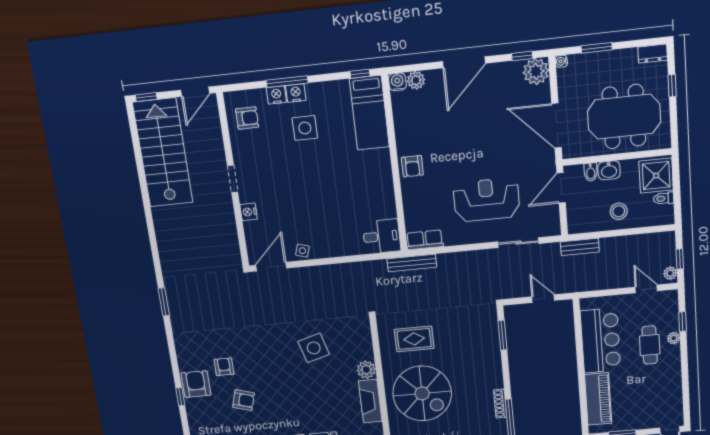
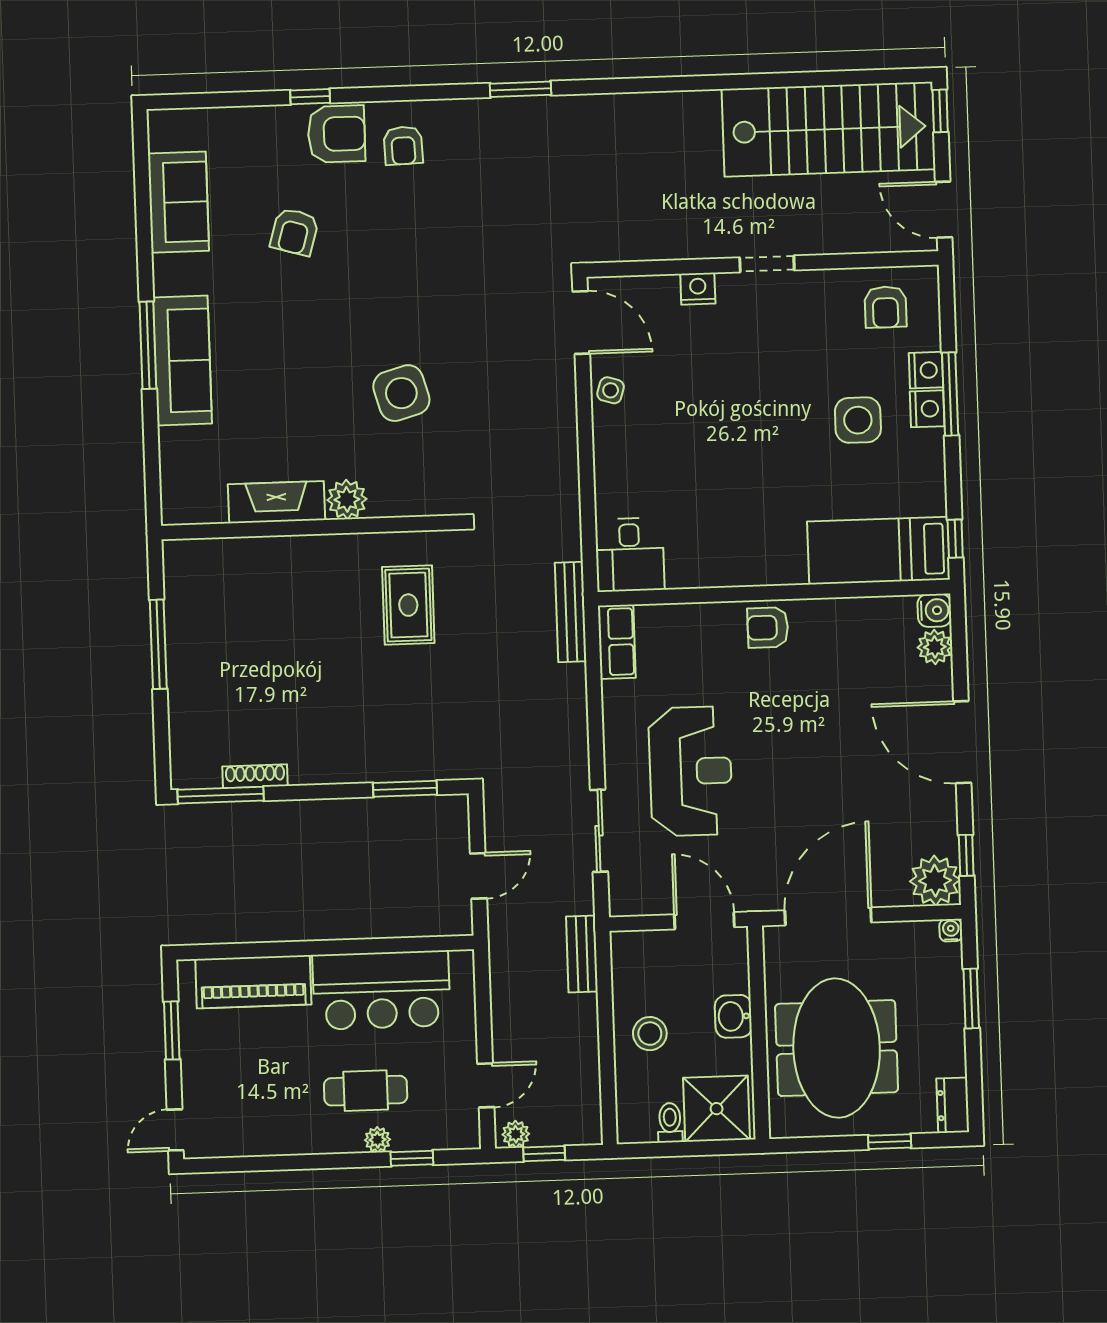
bidet: (591, 172) -> (732, 980), removed
armchair: (224, 367) -> (403, 146), moved, turned 88
spiral stairs: (422, 393) -> (287, 613), removed

